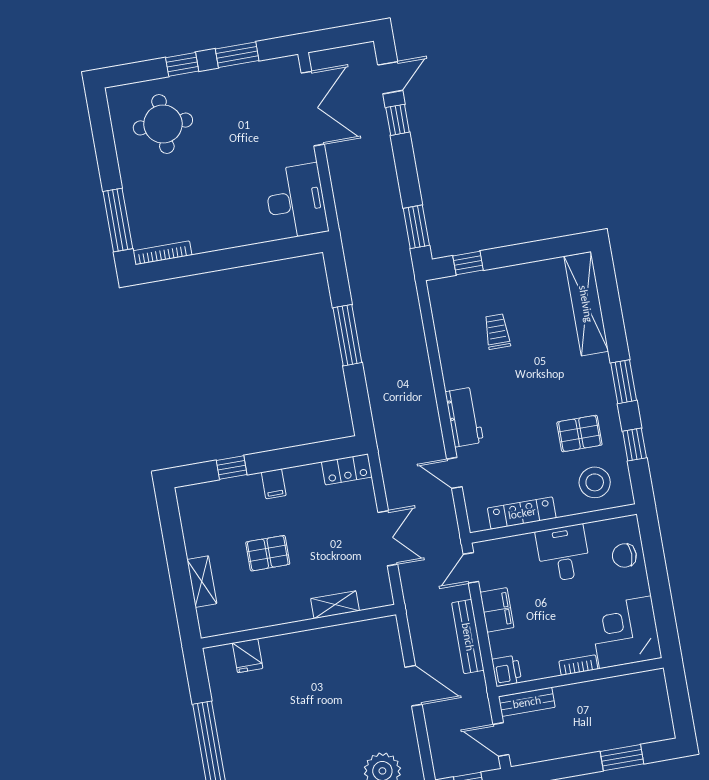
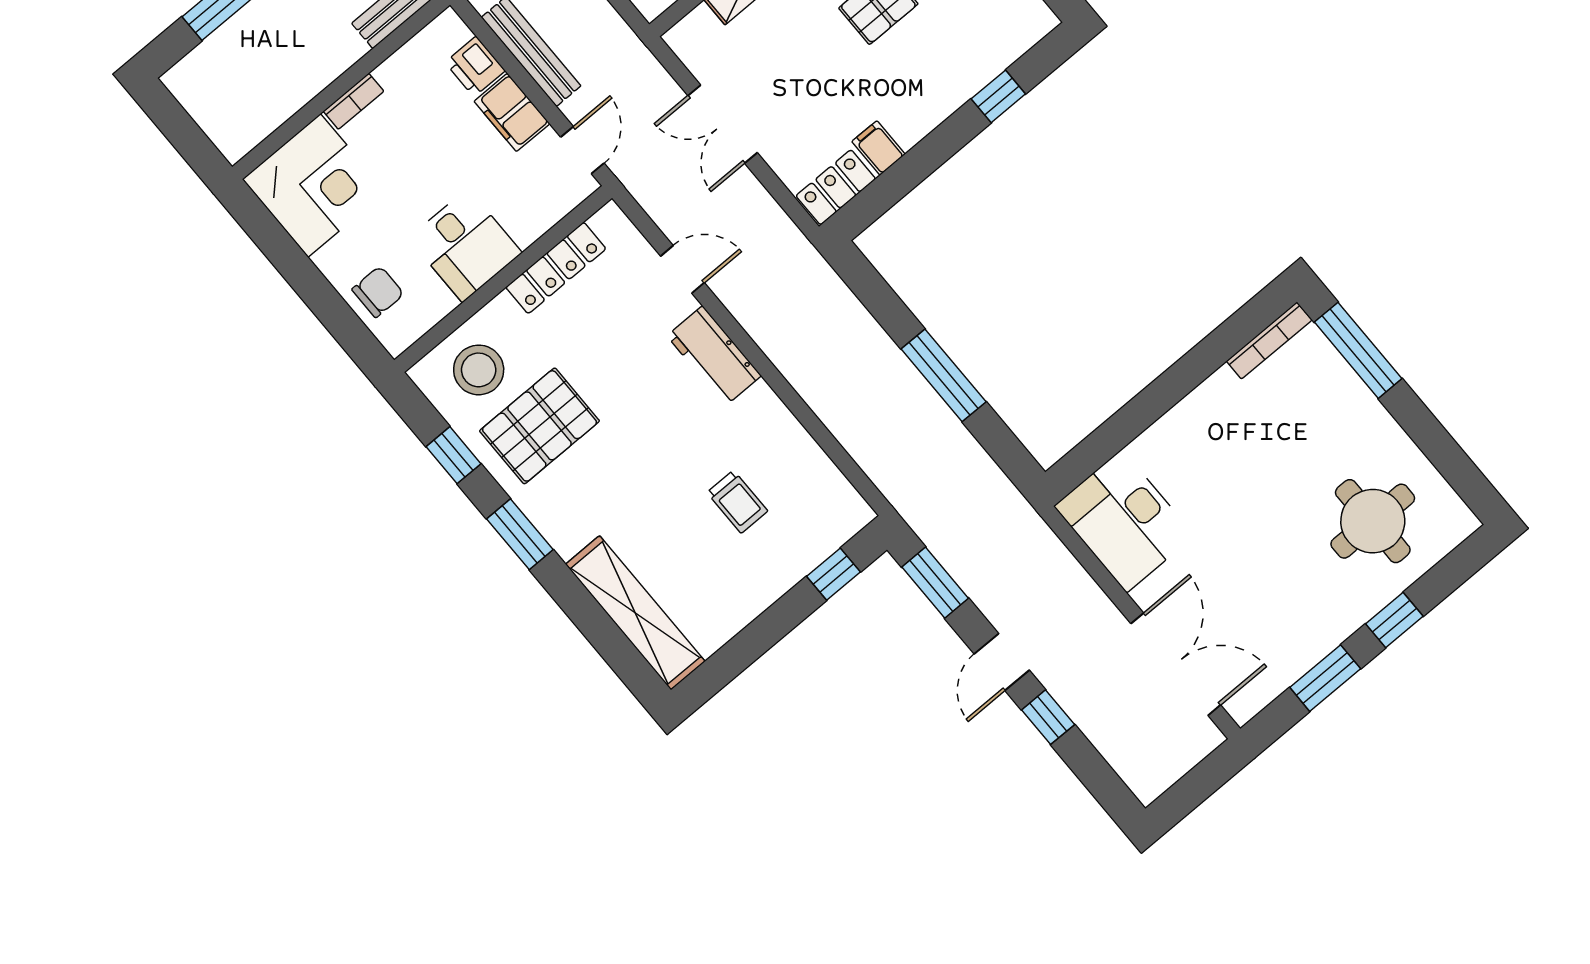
door: (390, 78) -> (1002, 662), moved
double door: (313, 109) -> (1176, 664), swing flipped
pallet: (579, 434) -> (540, 426), width x1.50, depth x1.42
filing cabinet: (274, 484) -> (878, 148), moved
printer: (507, 671) -> (475, 66), moved

